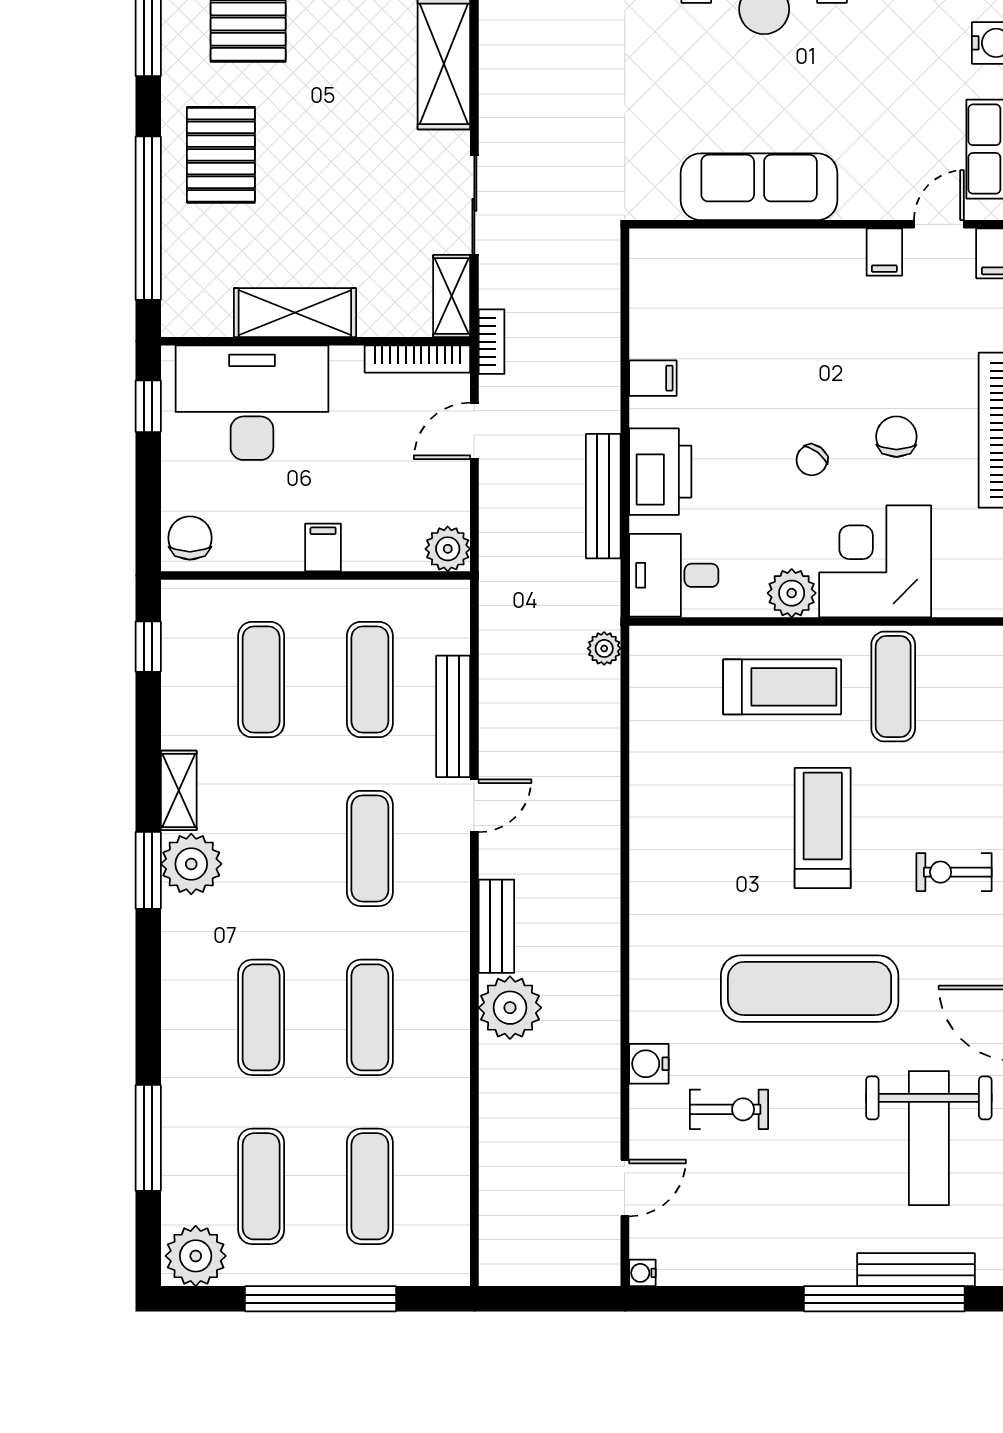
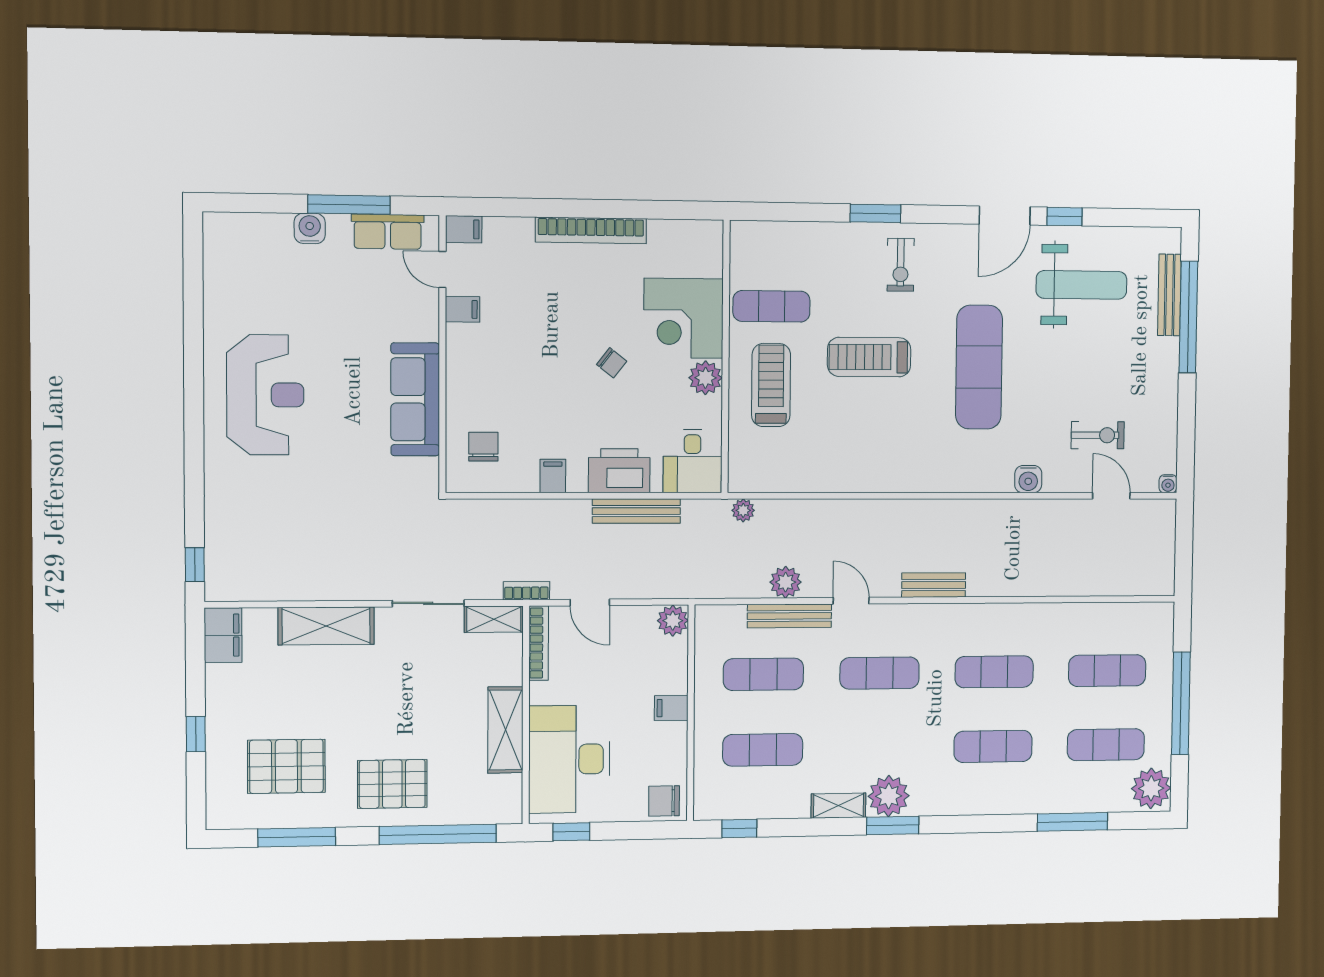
chair: (896, 437) -> (483, 447), moved, turned 90
plant: (510, 1008) -> (786, 582), moved, width x0.73, depth x0.73
exercise bike: (729, 1109) -> (1098, 435), moved, turned 90

